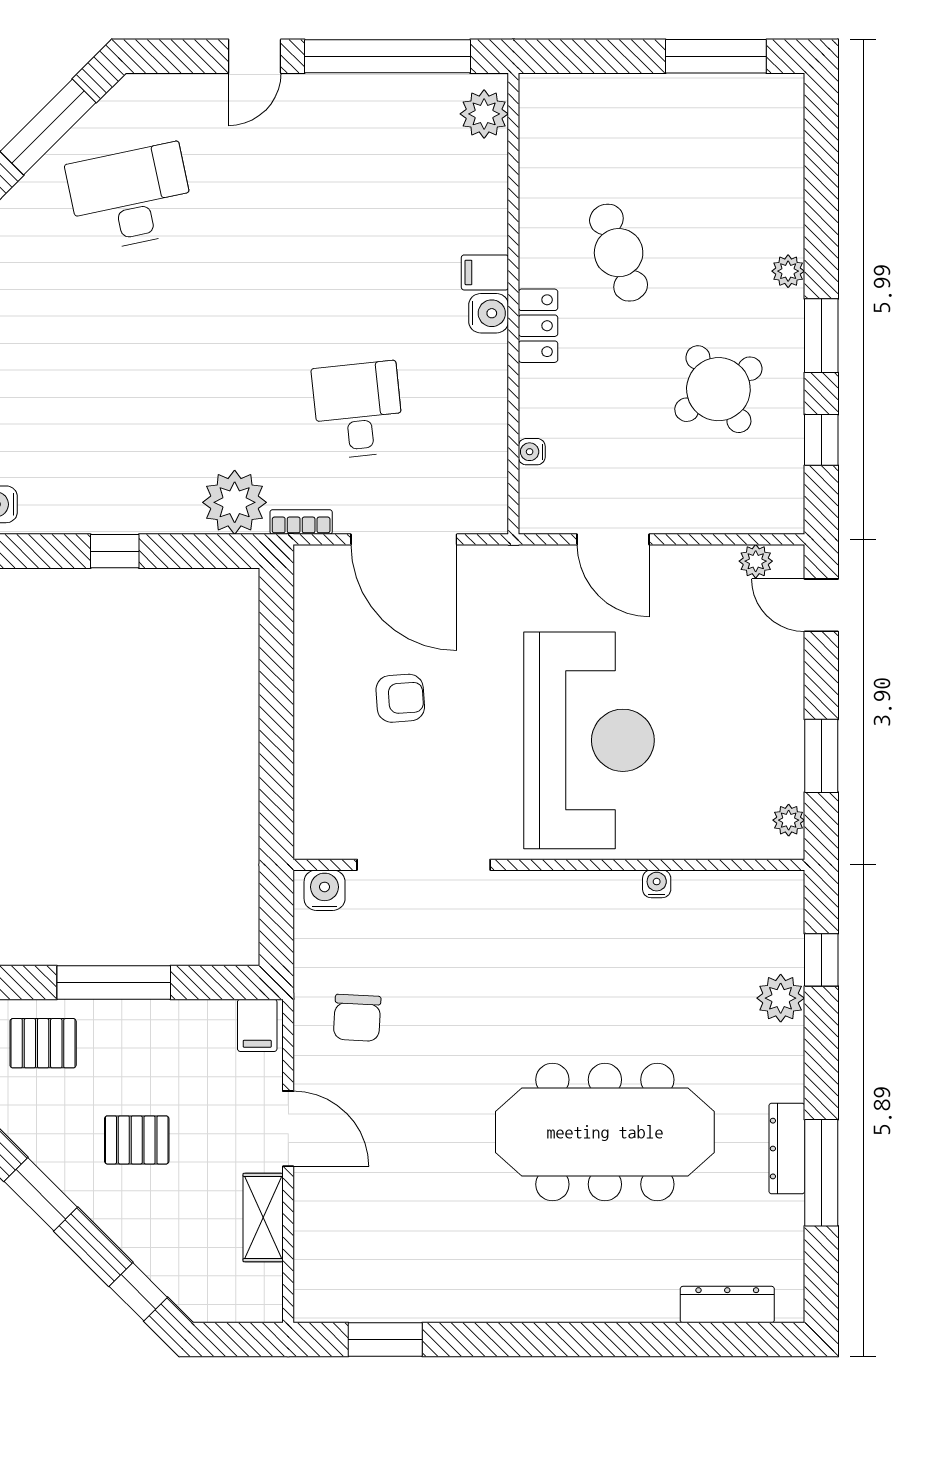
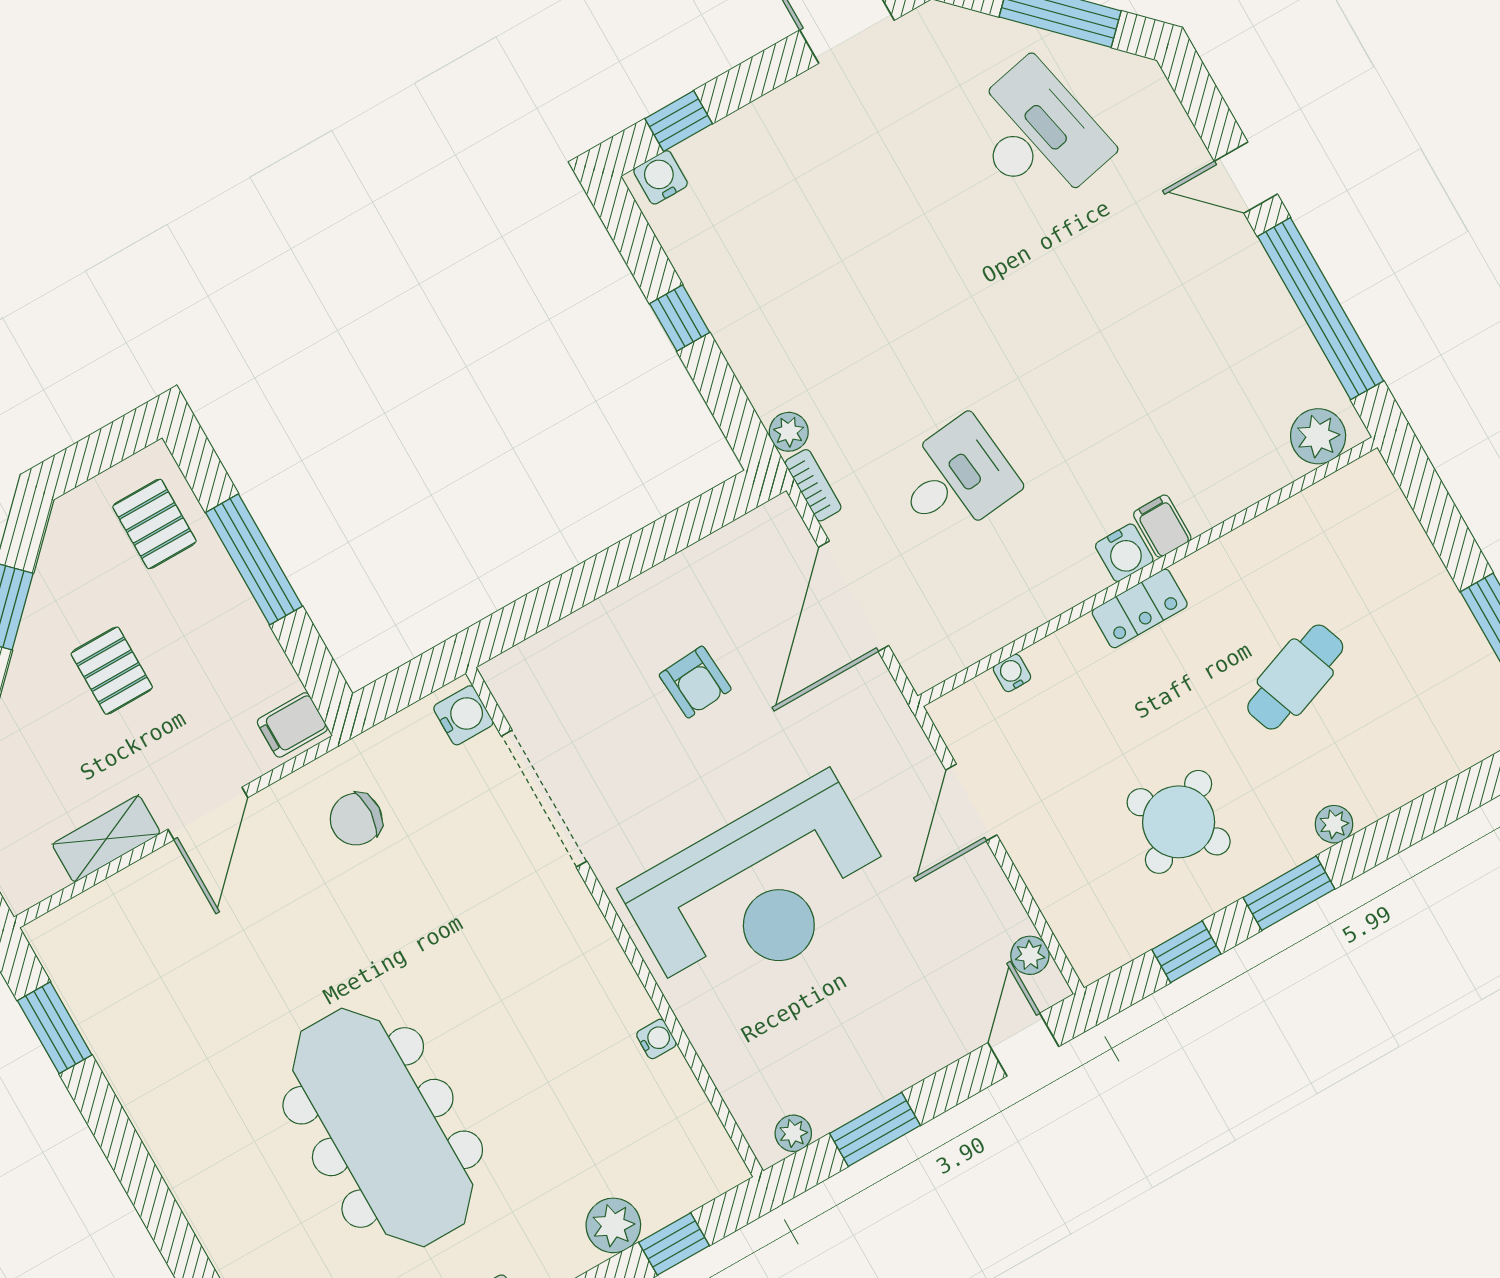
cafe table: (619, 253) -> (1295, 677), moved
plant: (235, 502) -> (789, 432), width x0.53, depth x0.53

